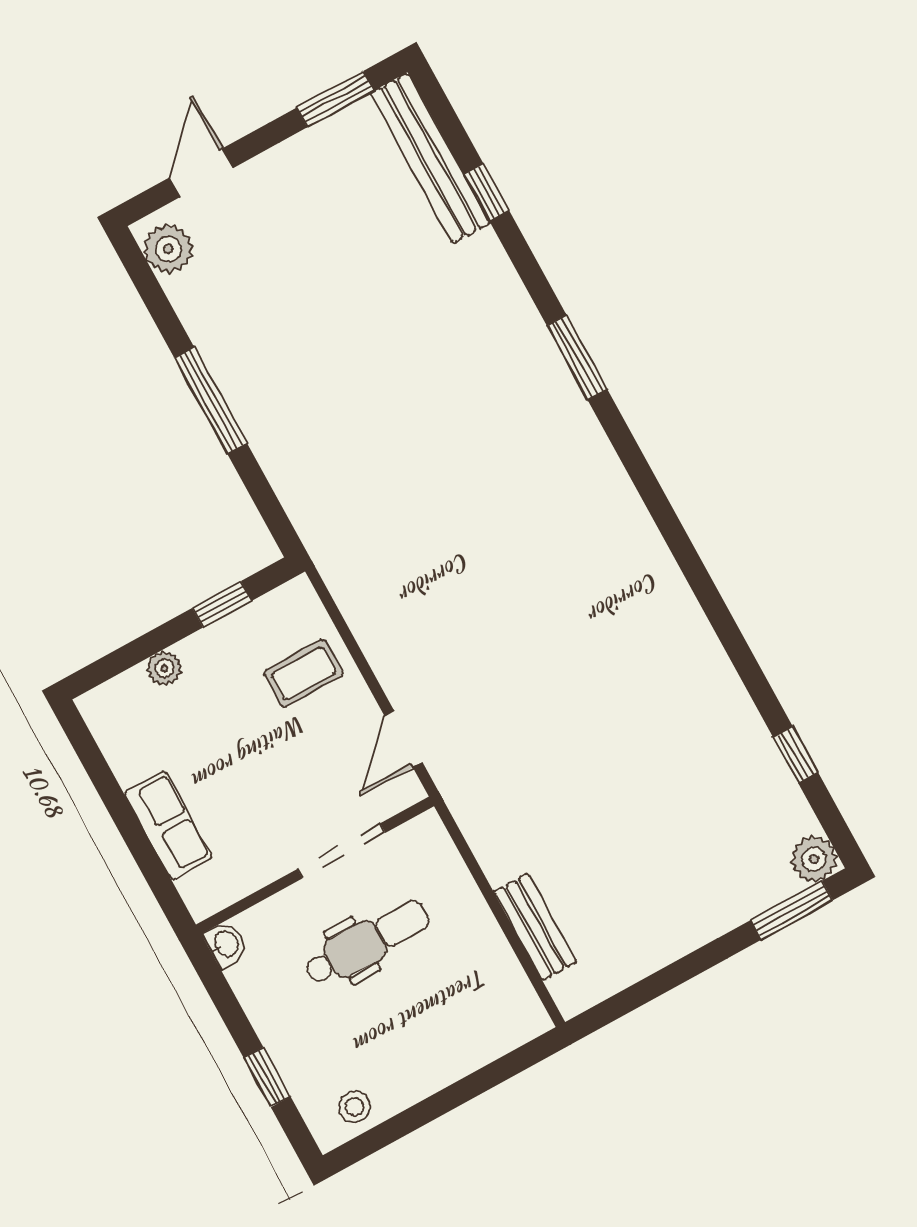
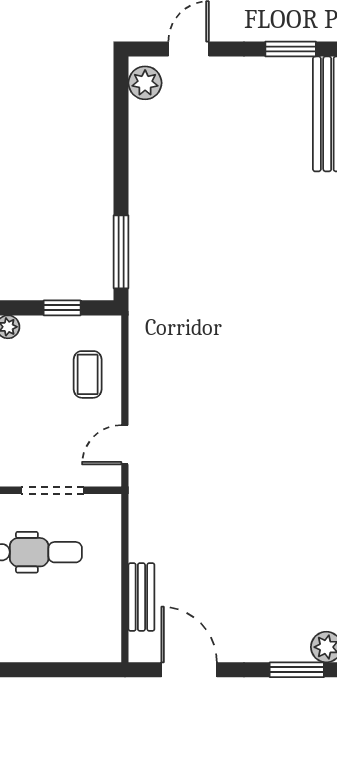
window: (211, 400) -> (121, 252), moved
coffee table: (304, 673) -> (88, 374), turned 90
door: (650, 988) -> (189, 670), added

